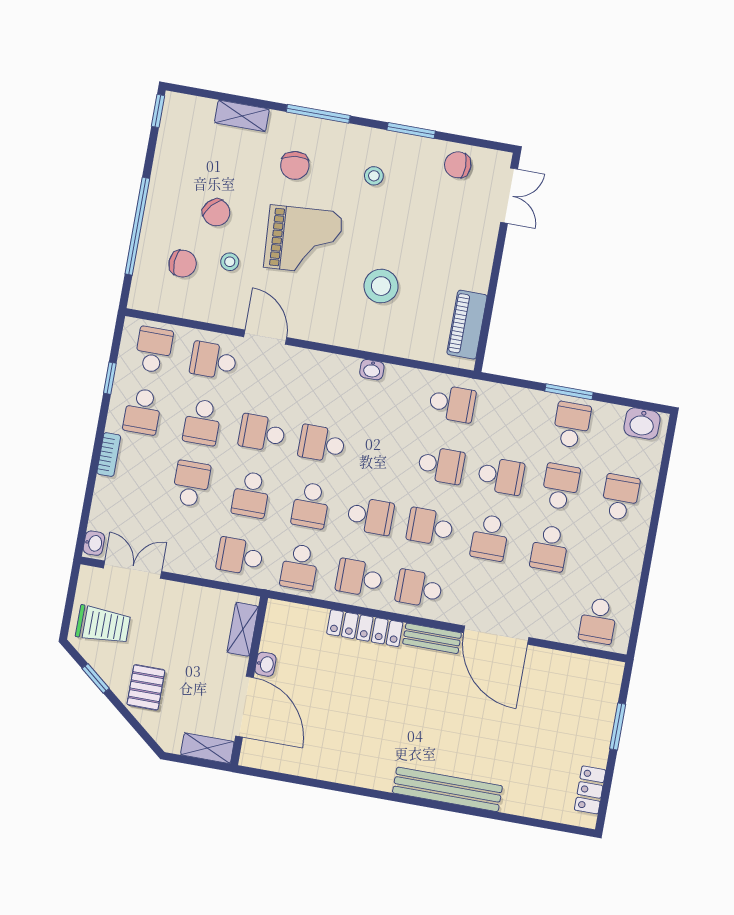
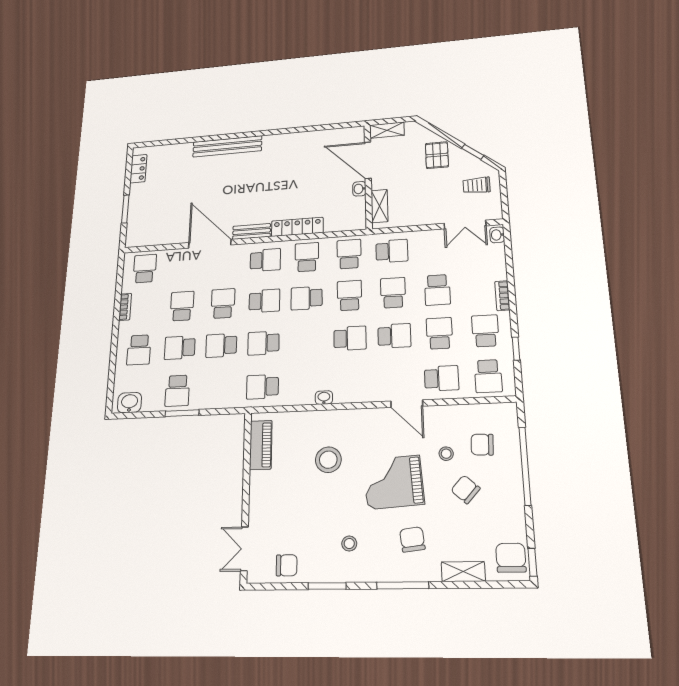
chair: (182, 121) -> (511, 558), added
school desk: (561, 487) -> (180, 348), turned 90
bookcase: (634, 568) -> (125, 307), added
school desk: (359, 578) -> (307, 257), turned -90
trolley: (103, 625) -> (476, 185), width x0.73, depth x0.72

